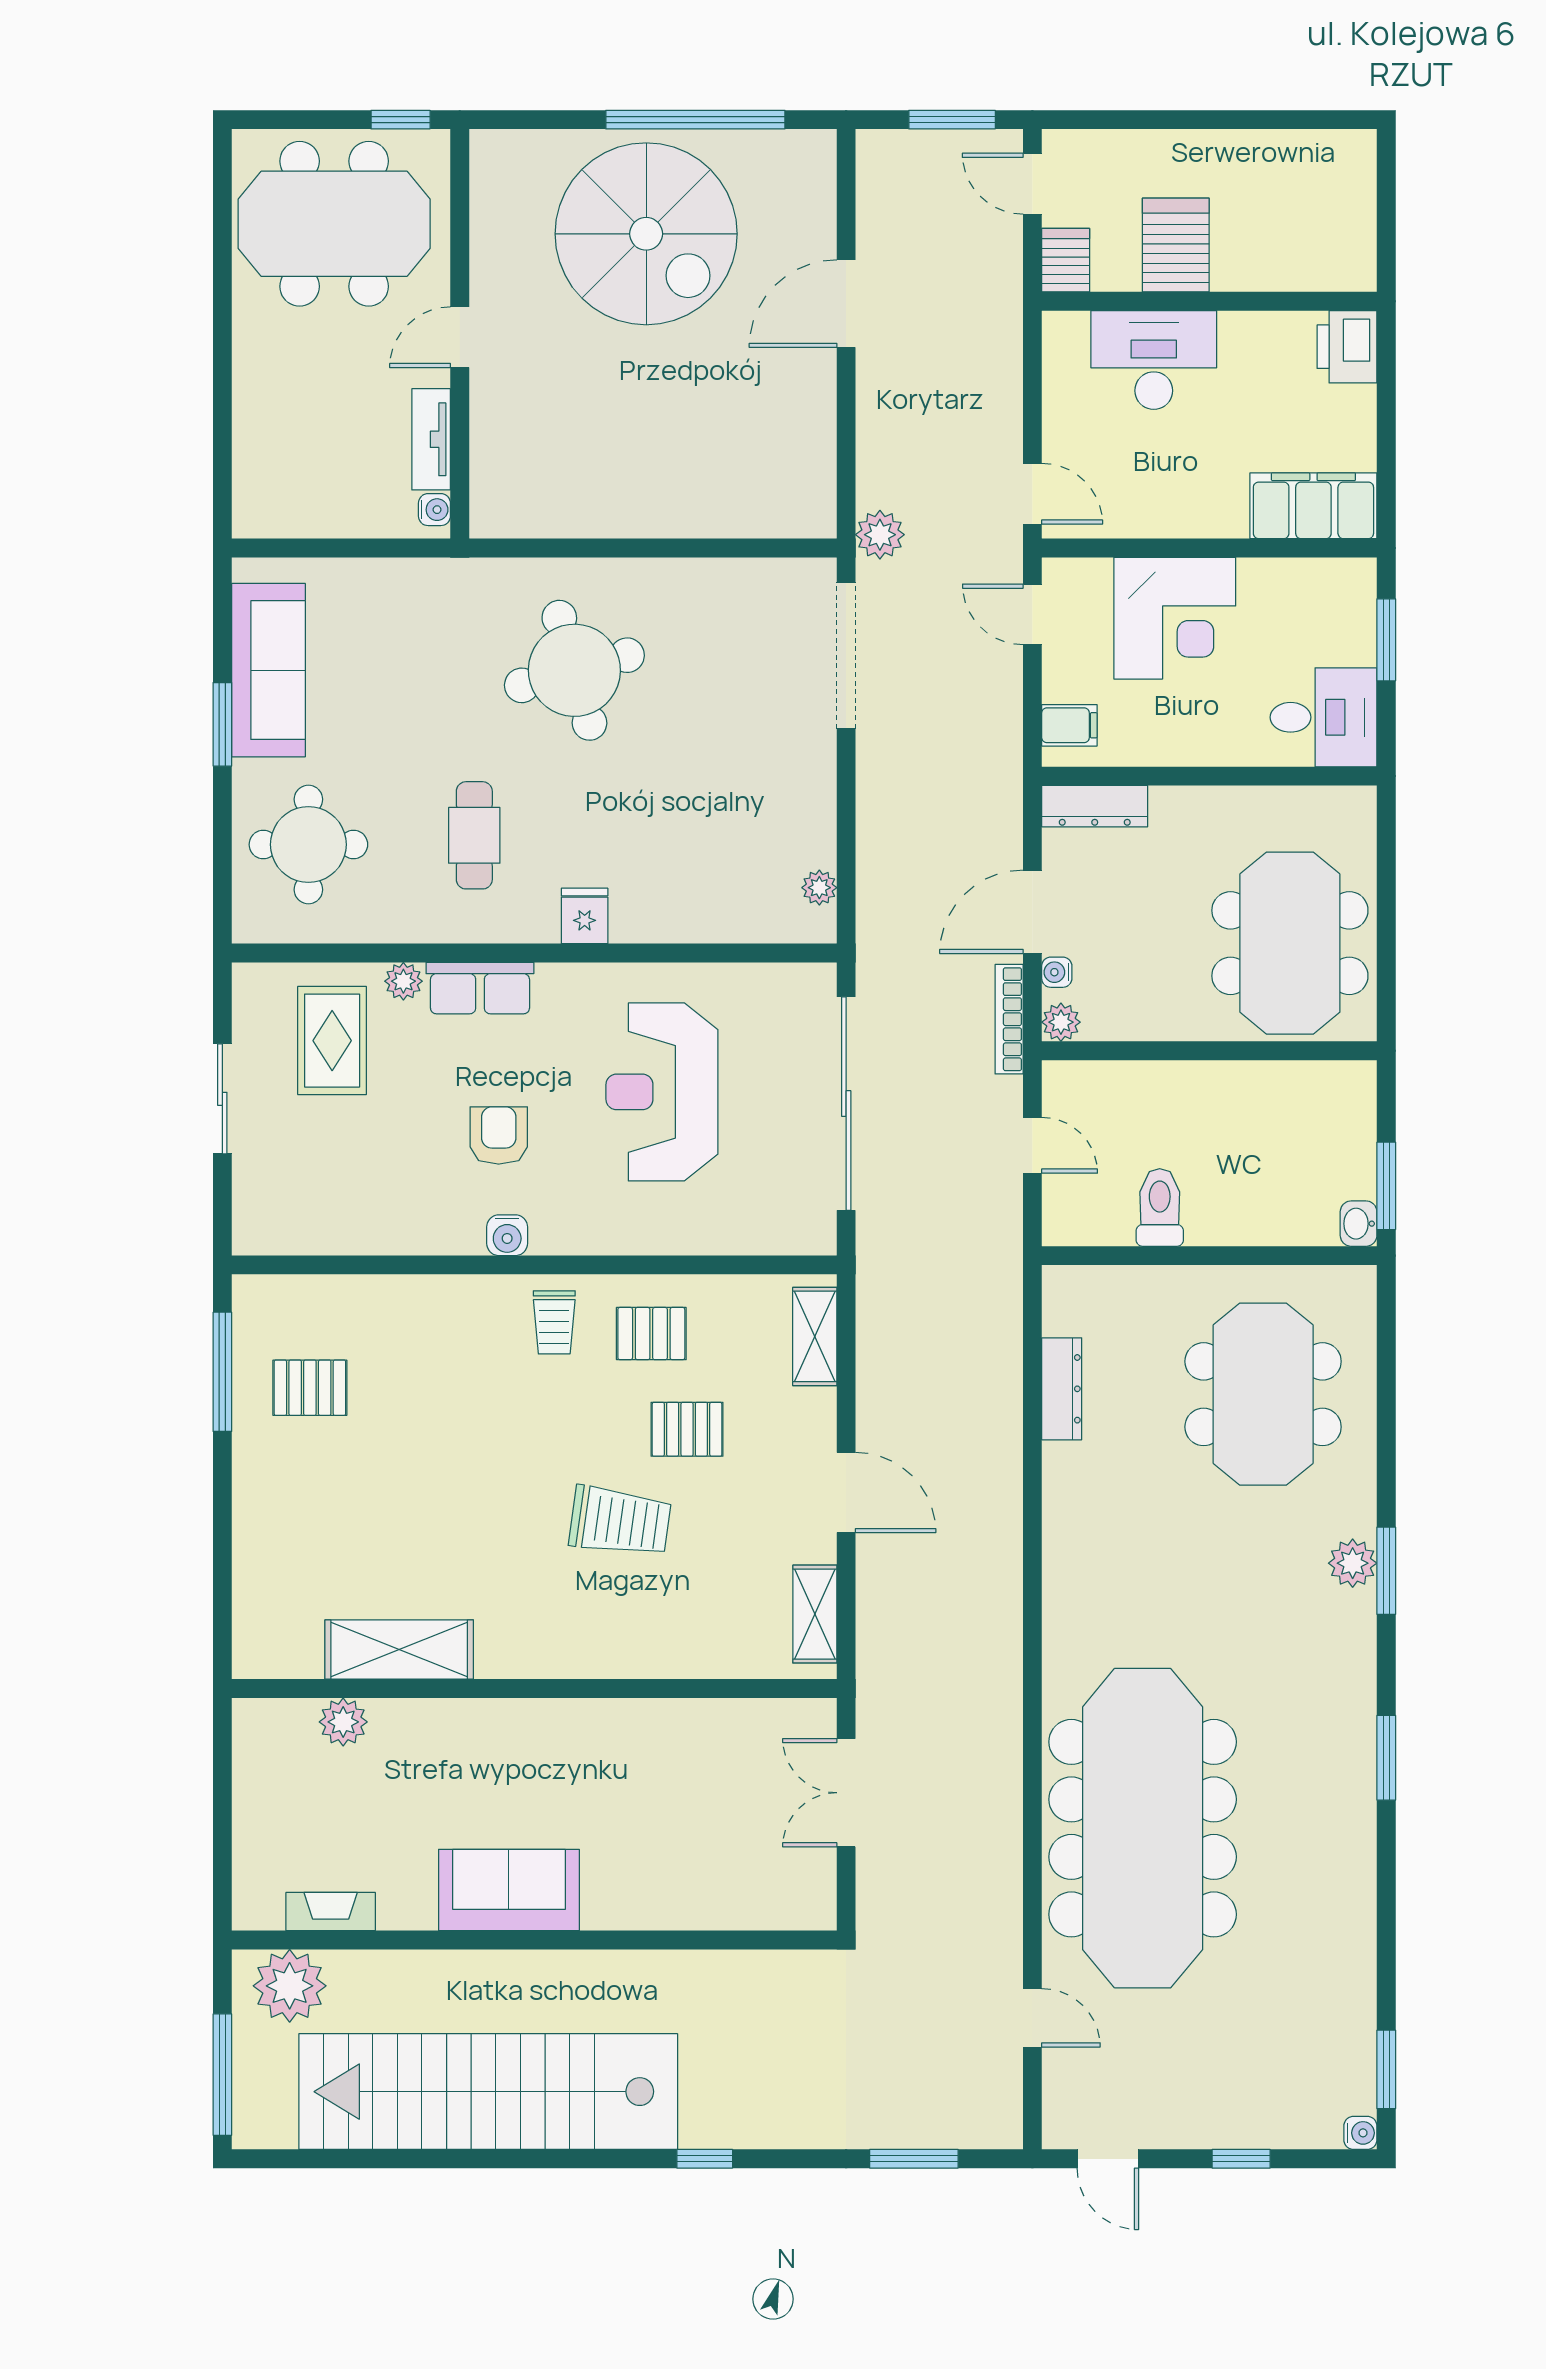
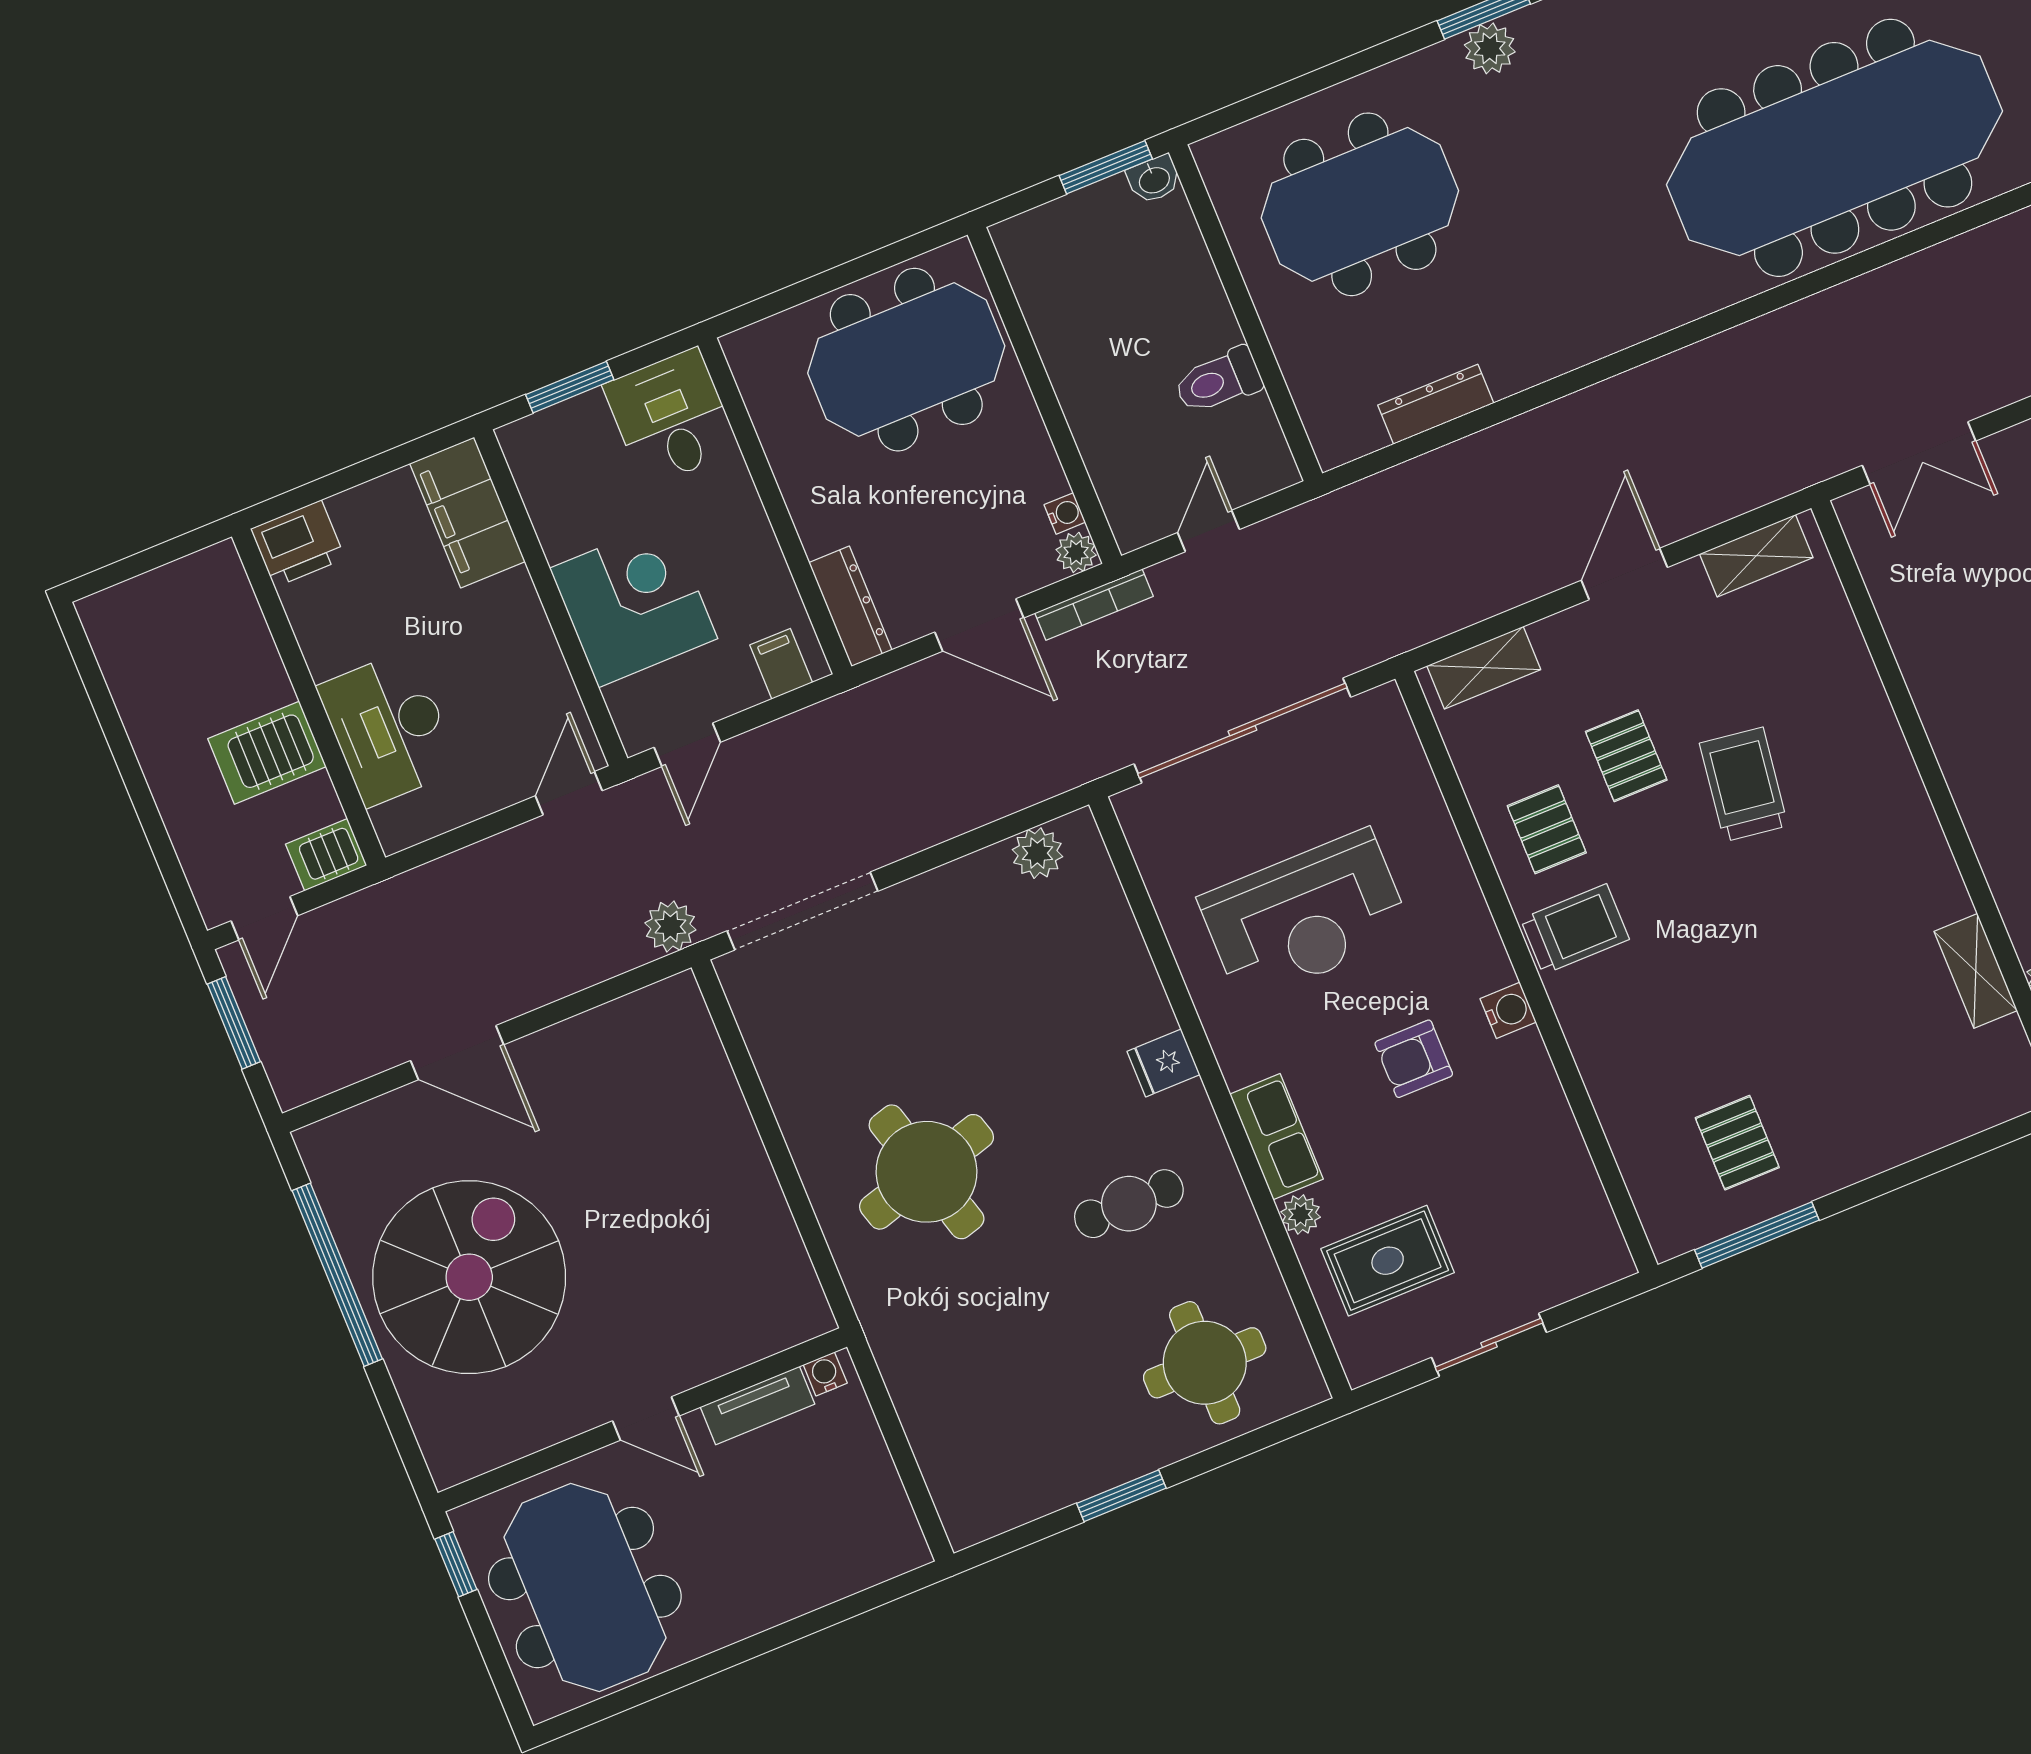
sofa: (268, 670) -> (1050, 1472), removed
plant: (819, 888) -> (1037, 853), width x1.38, depth x1.38
water cooler: (1057, 972) -> (1065, 513), moved, turned -90
trolley: (554, 1322) -> (1575, 929), width x1.36, depth x1.39
shelving: (399, 1650) -> (1976, 971), width x0.67, depth x0.75

